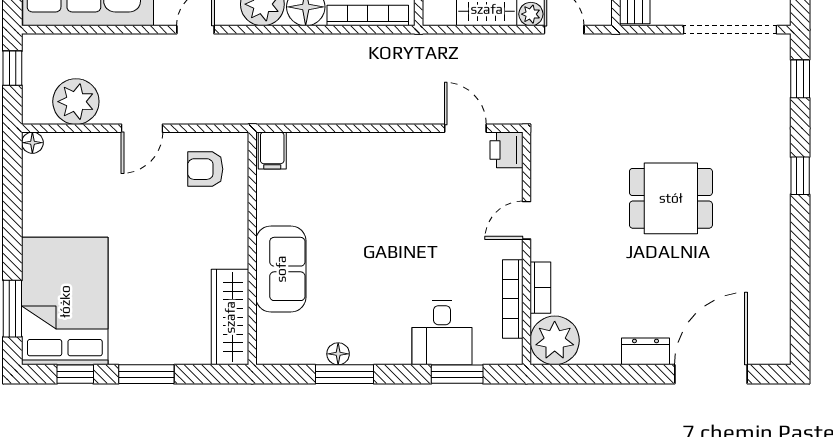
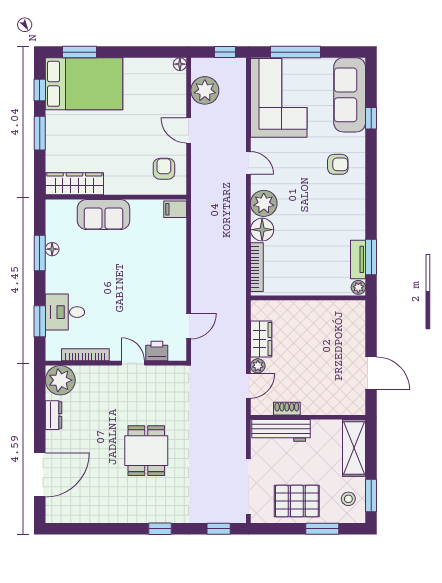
printer: (506, 150) -> (157, 351), moved
bookcase: (540, 288) -> (92, 372), removed
dresser: (645, 351) -> (54, 415), moved
door: (711, 374) -> (40, 475), hinge flipped

